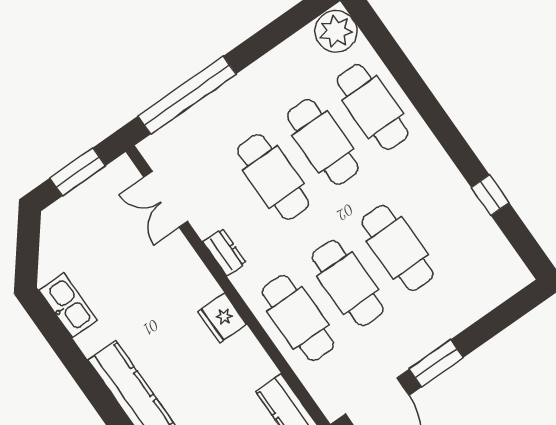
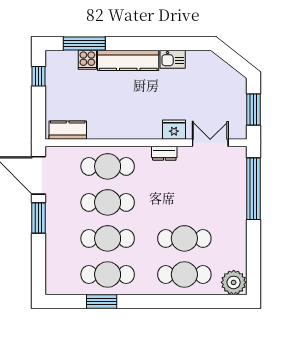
cafe table: (273, 177) -> (108, 274), moved
window: (490, 195) -> (102, 301), width x1.50
kitchen sink: (68, 305) -> (173, 59), moved, width x0.73
fridge: (222, 318) -> (174, 130), moved

